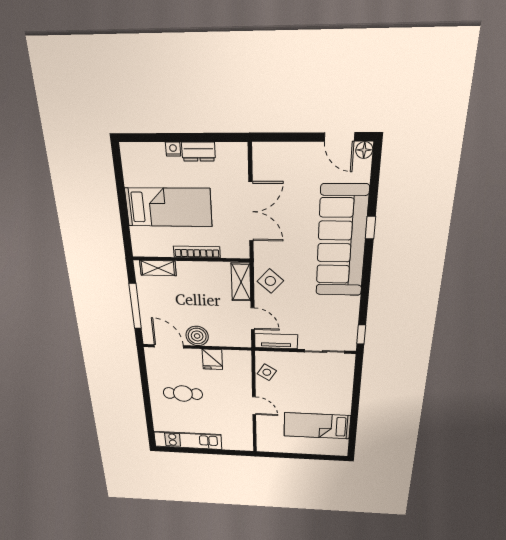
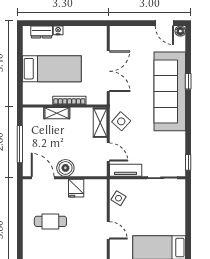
dresser: (198, 152) -> (42, 32), moved
shelving: (158, 268) -> (57, 113), moved

